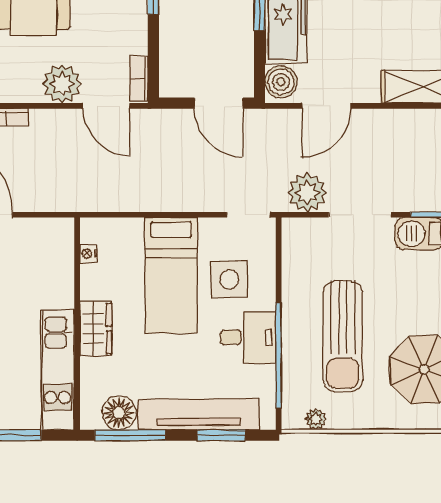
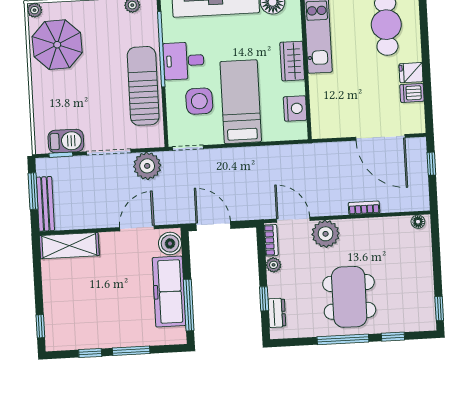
plant: (137, 44) -> (274, 265), added
nightstand: (89, 254) -> (295, 108), width x1.89, depth x1.79
sun lounger: (343, 336) -> (143, 86), moved

